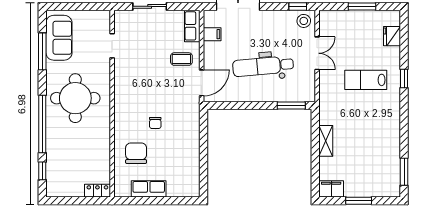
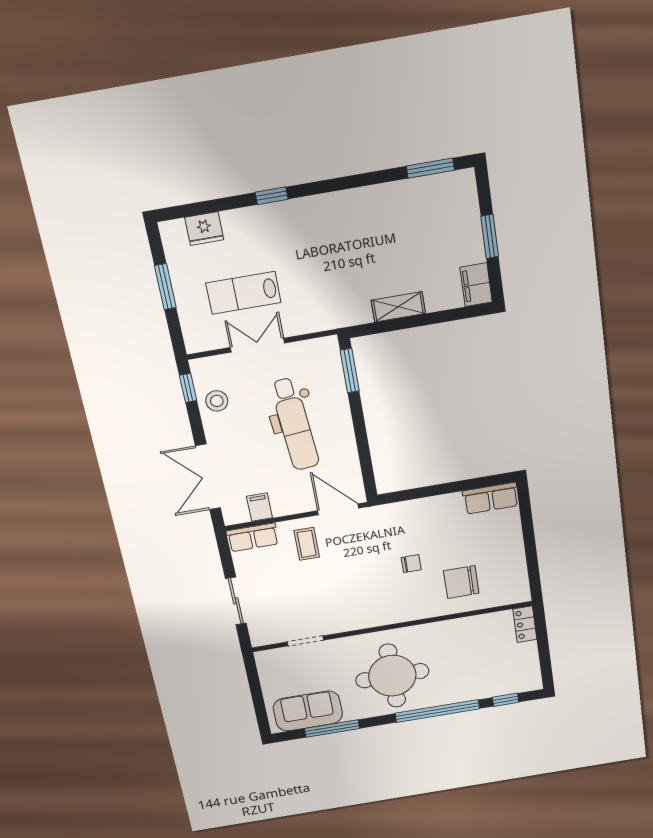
stool: (304, 21) -> (217, 401), moved
lab bench: (366, 80) -> (243, 293), moved, turned 90
row of seats: (149, 189) -> (491, 498), moved, turned -90

